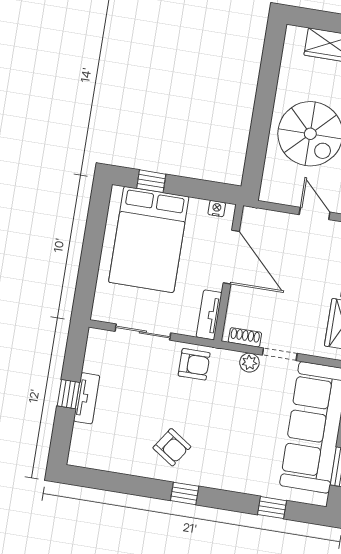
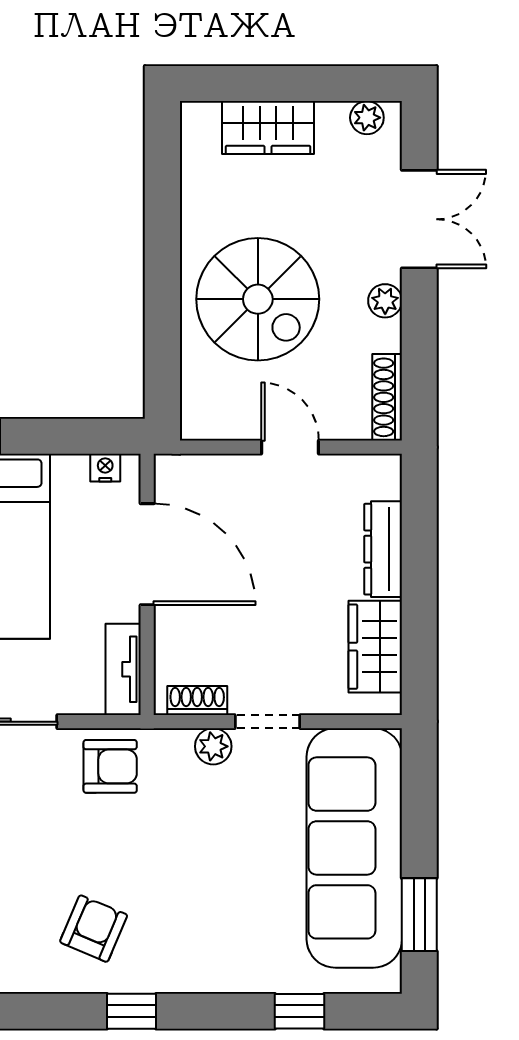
armchair: (172, 447) -> (94, 929), turned -101

